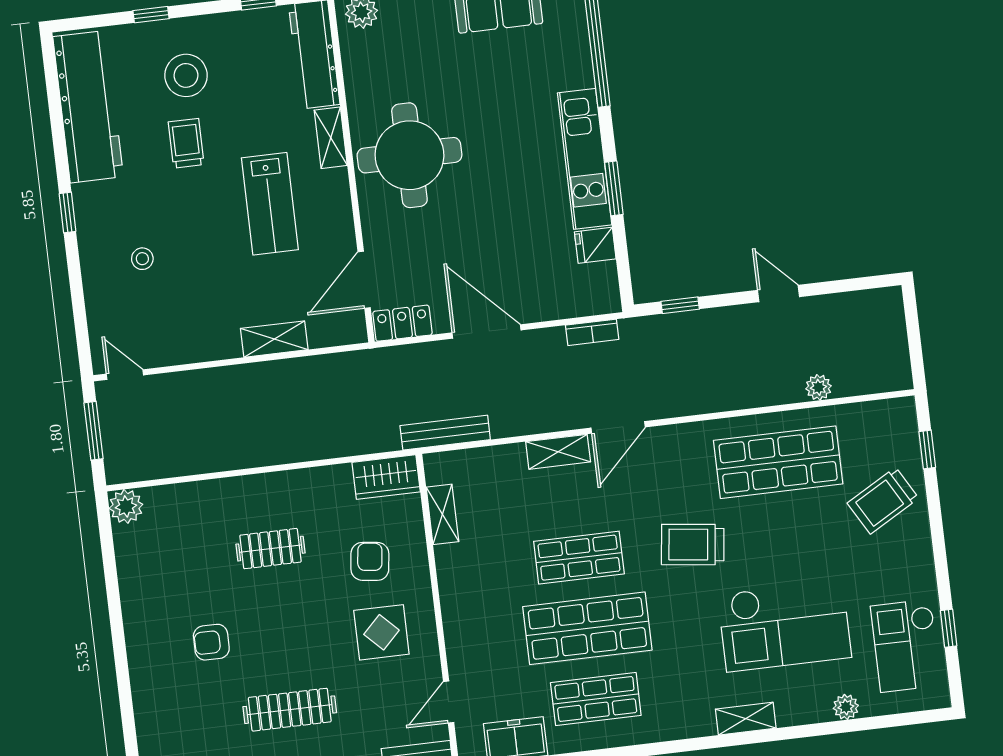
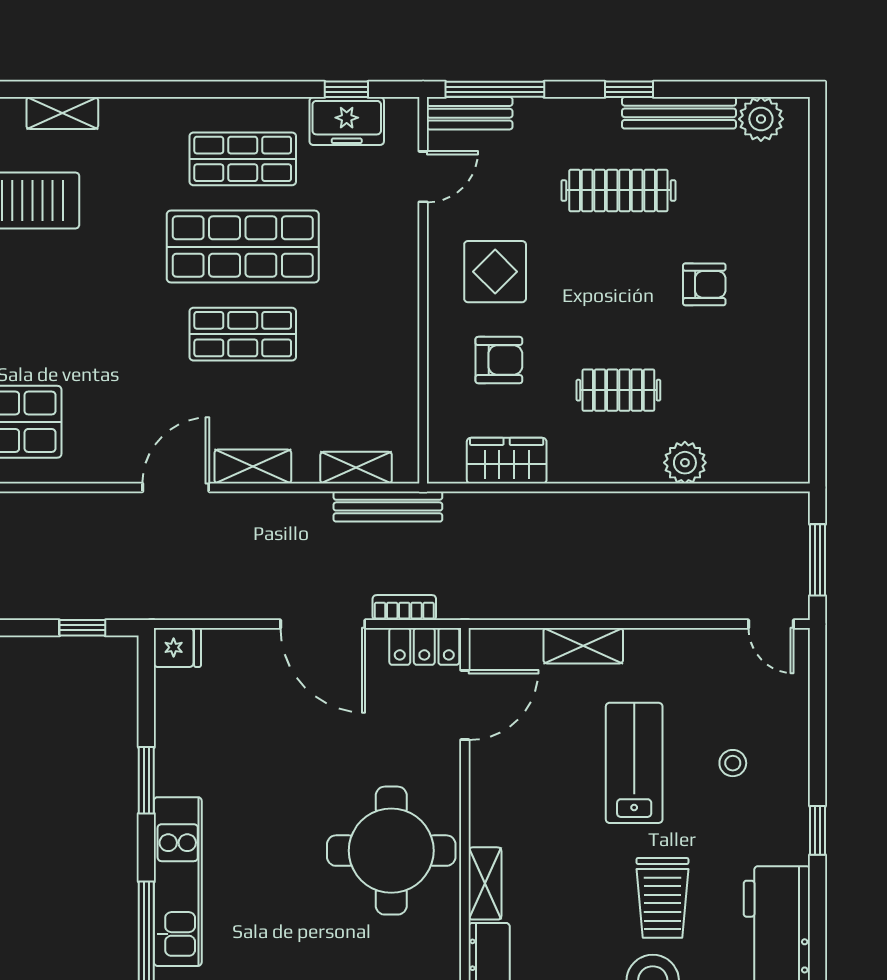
trolley: (186, 143) -> (662, 898), width x1.36, depth x1.39
kitchen unit: (585, 159) -> (178, 882), moved
lab bench: (270, 204) -> (634, 763), moved
fridge: (595, 245) -> (177, 647), moved
bookcase: (592, 332) -> (404, 608), moved
wardrobe: (386, 477) -> (507, 461), moved
plant: (126, 506) -> (685, 463), moved
shelving: (442, 514) -> (356, 468), moved, turned 90
trolley: (693, 545) -> (102, 334), removed
armchair: (370, 561) -> (499, 360), turned -97

